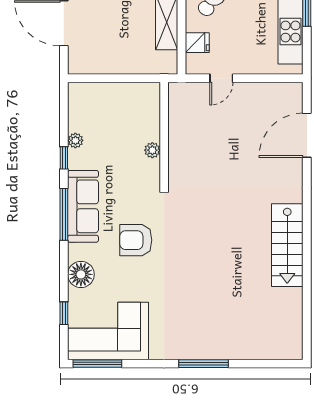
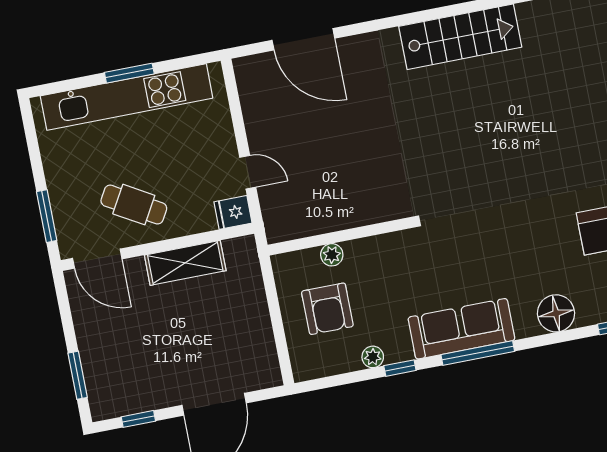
fridge: (197, 43) -> (233, 212), moved, turned -90
plant: (152, 150) -> (332, 255), moved
armchair: (136, 240) -> (327, 309), moved

